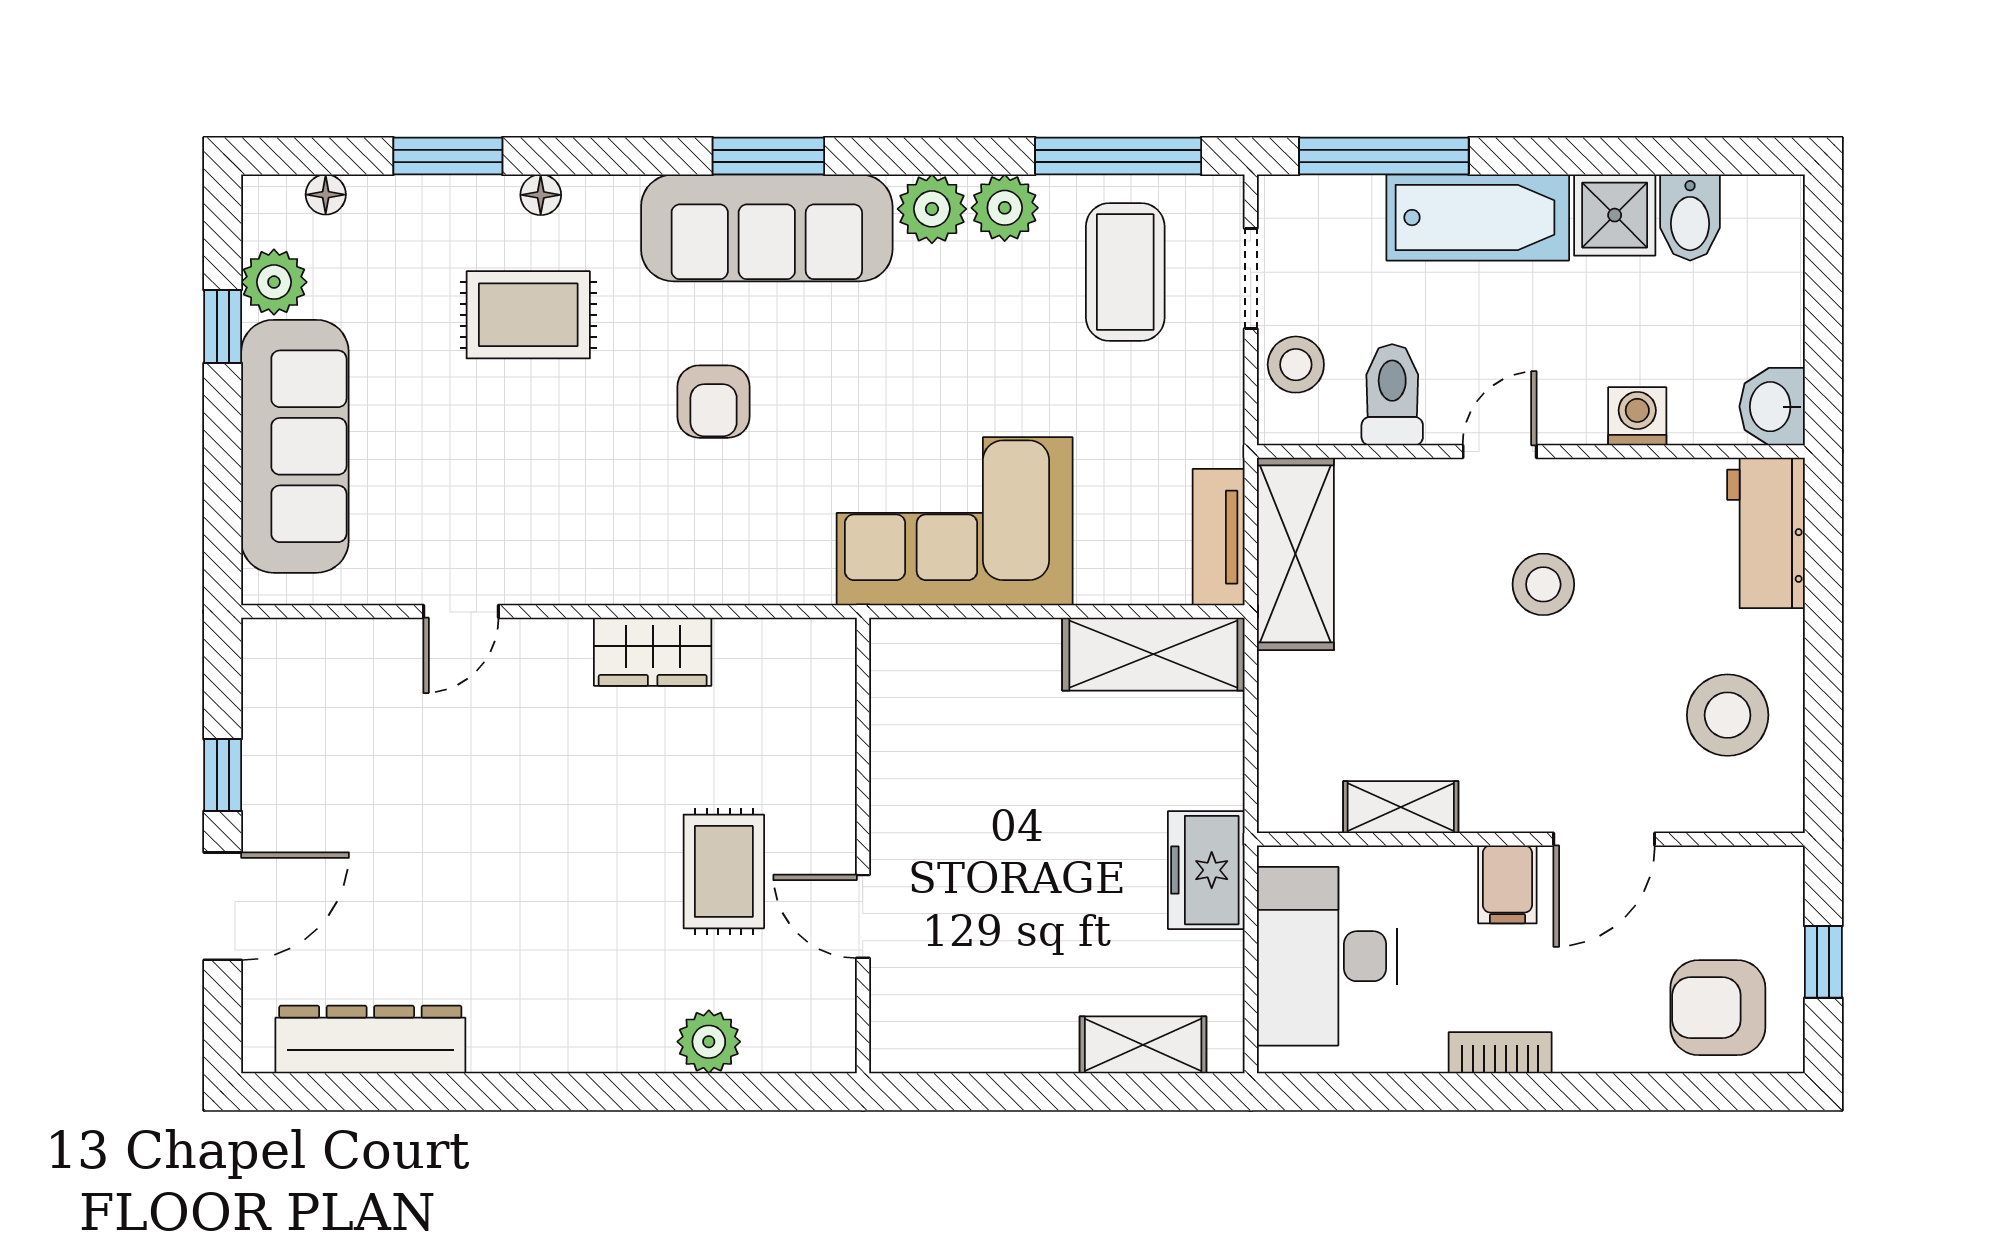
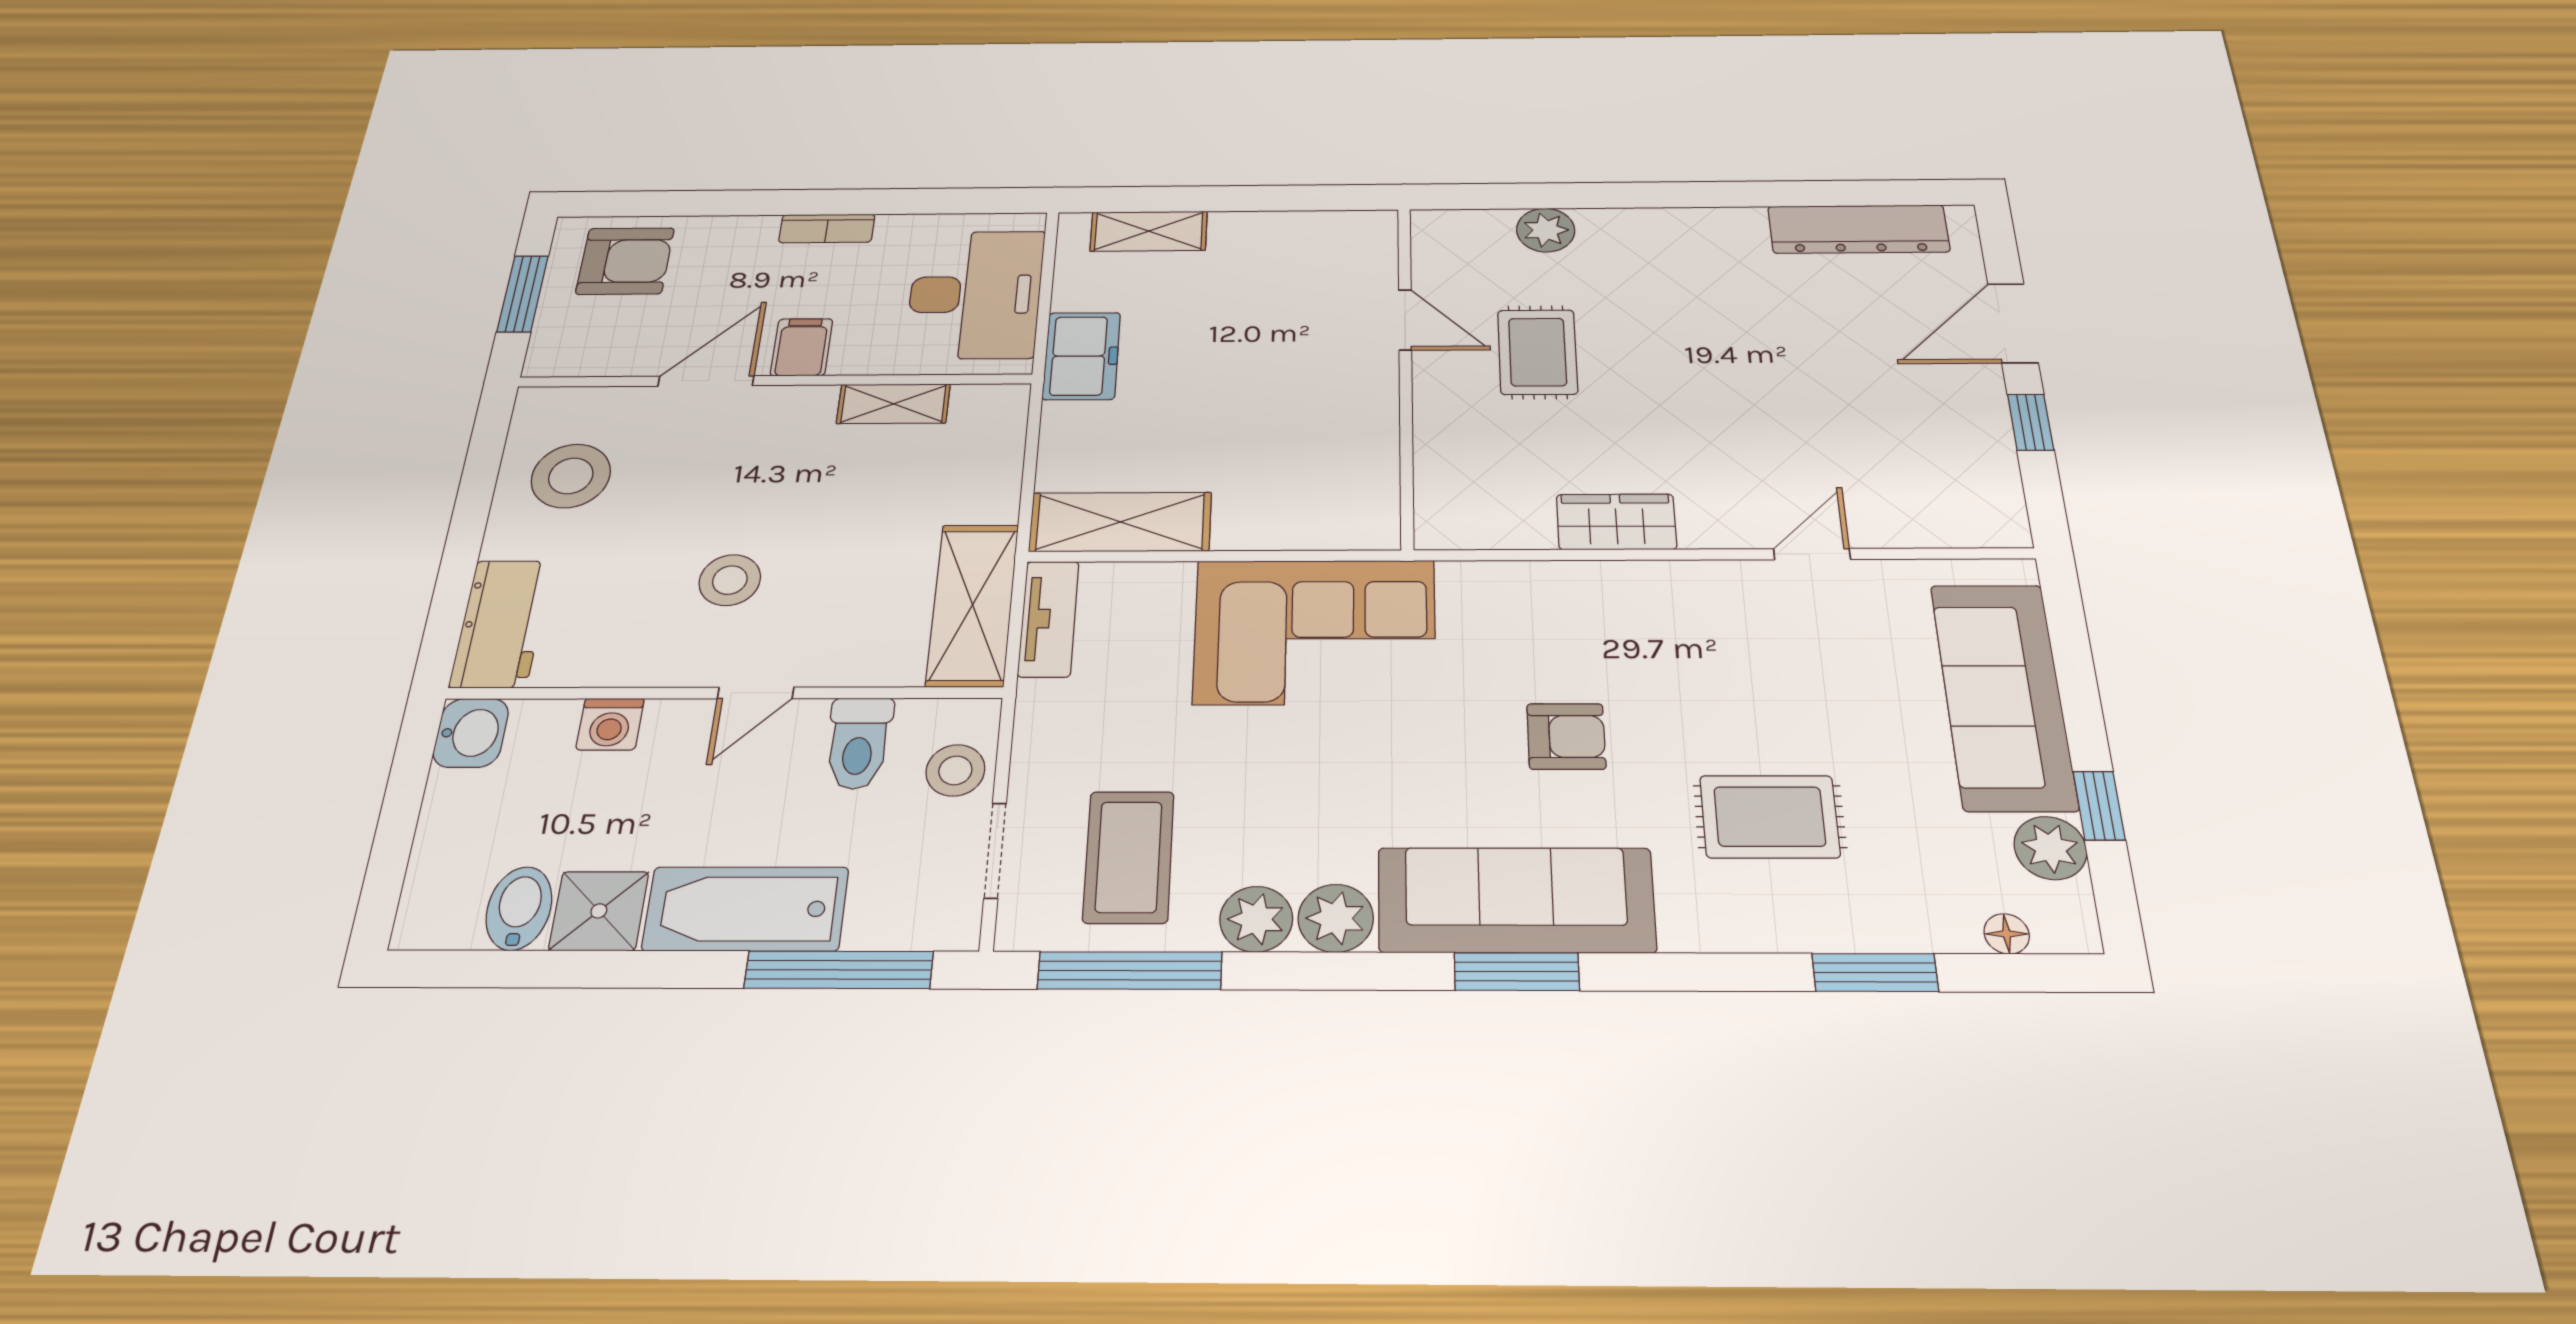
floor lamp: (541, 195) -> (1767, 933), removed
armchair: (714, 402) -> (1566, 736), turned 90
window: (1823, 962) -> (523, 294), width x1.50

